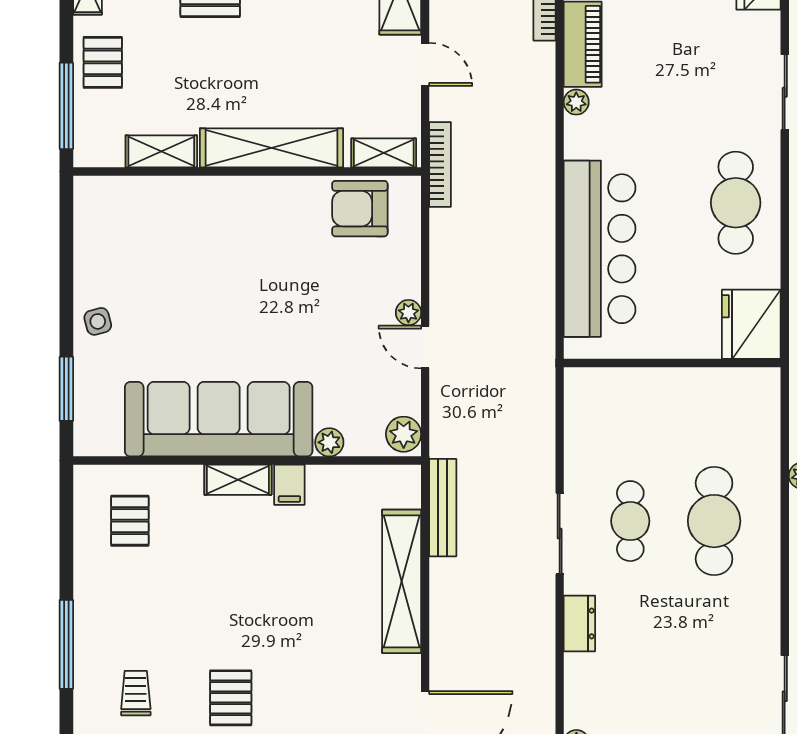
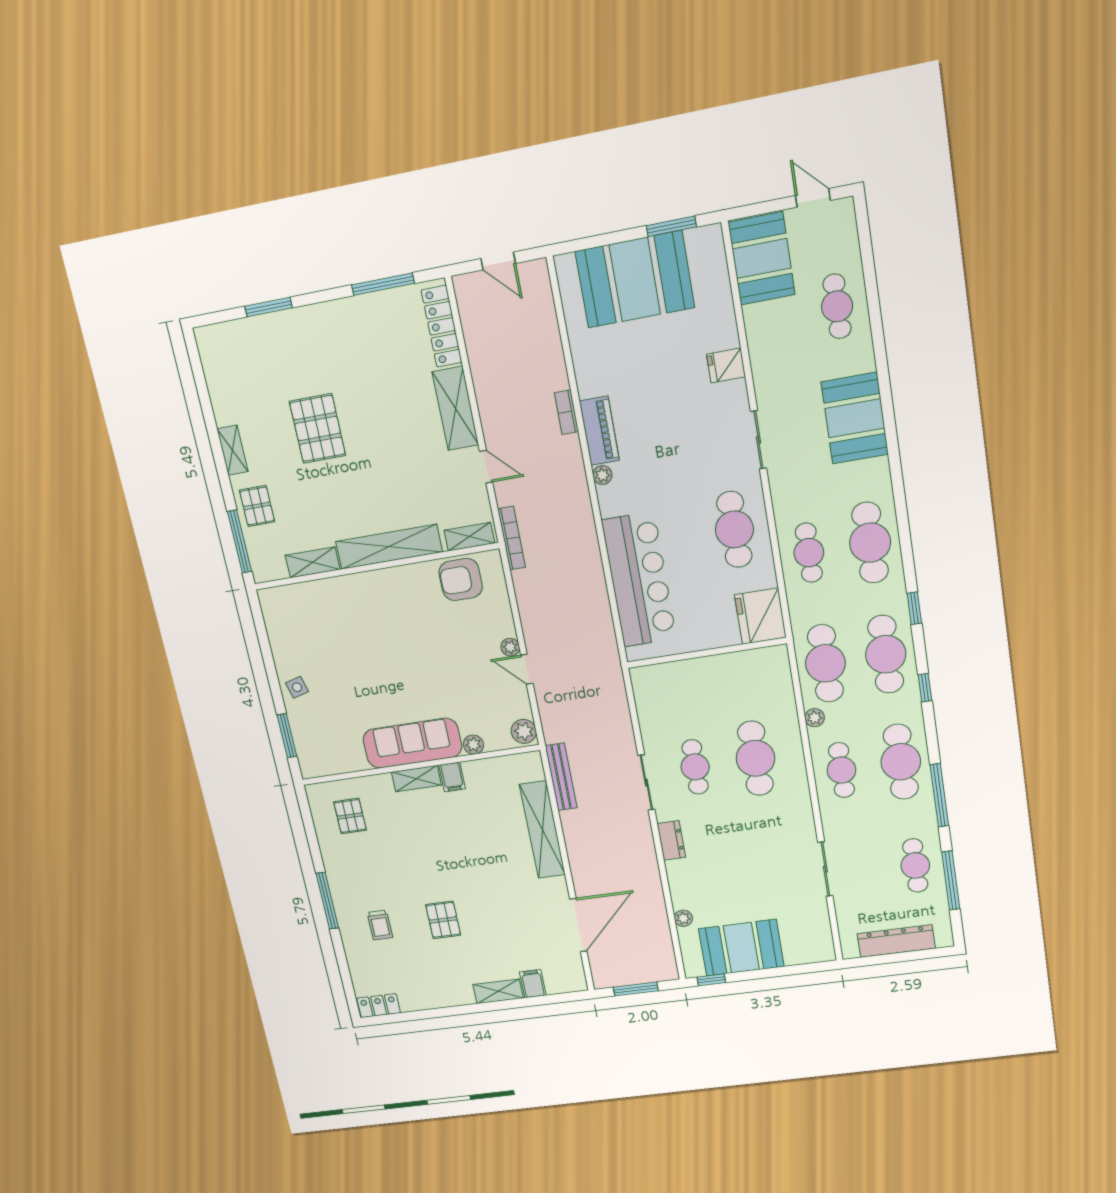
sofa: (219, 419) -> (412, 743), width x0.74, depth x0.79
trolley: (136, 693) -> (380, 925), turned 180

